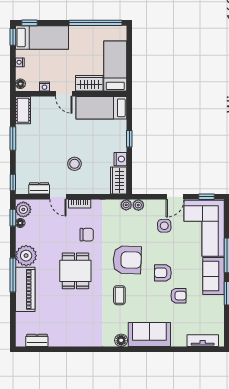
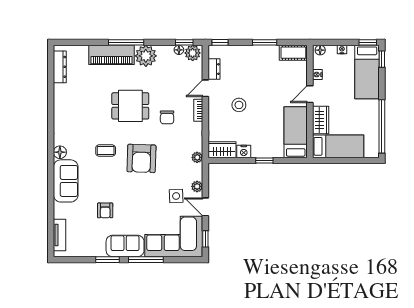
plant: (138, 205) -> (197, 186), moved
armchair: (163, 273) -> (128, 195), removed
dresser: (37, 340) -> (60, 67), width x1.44

